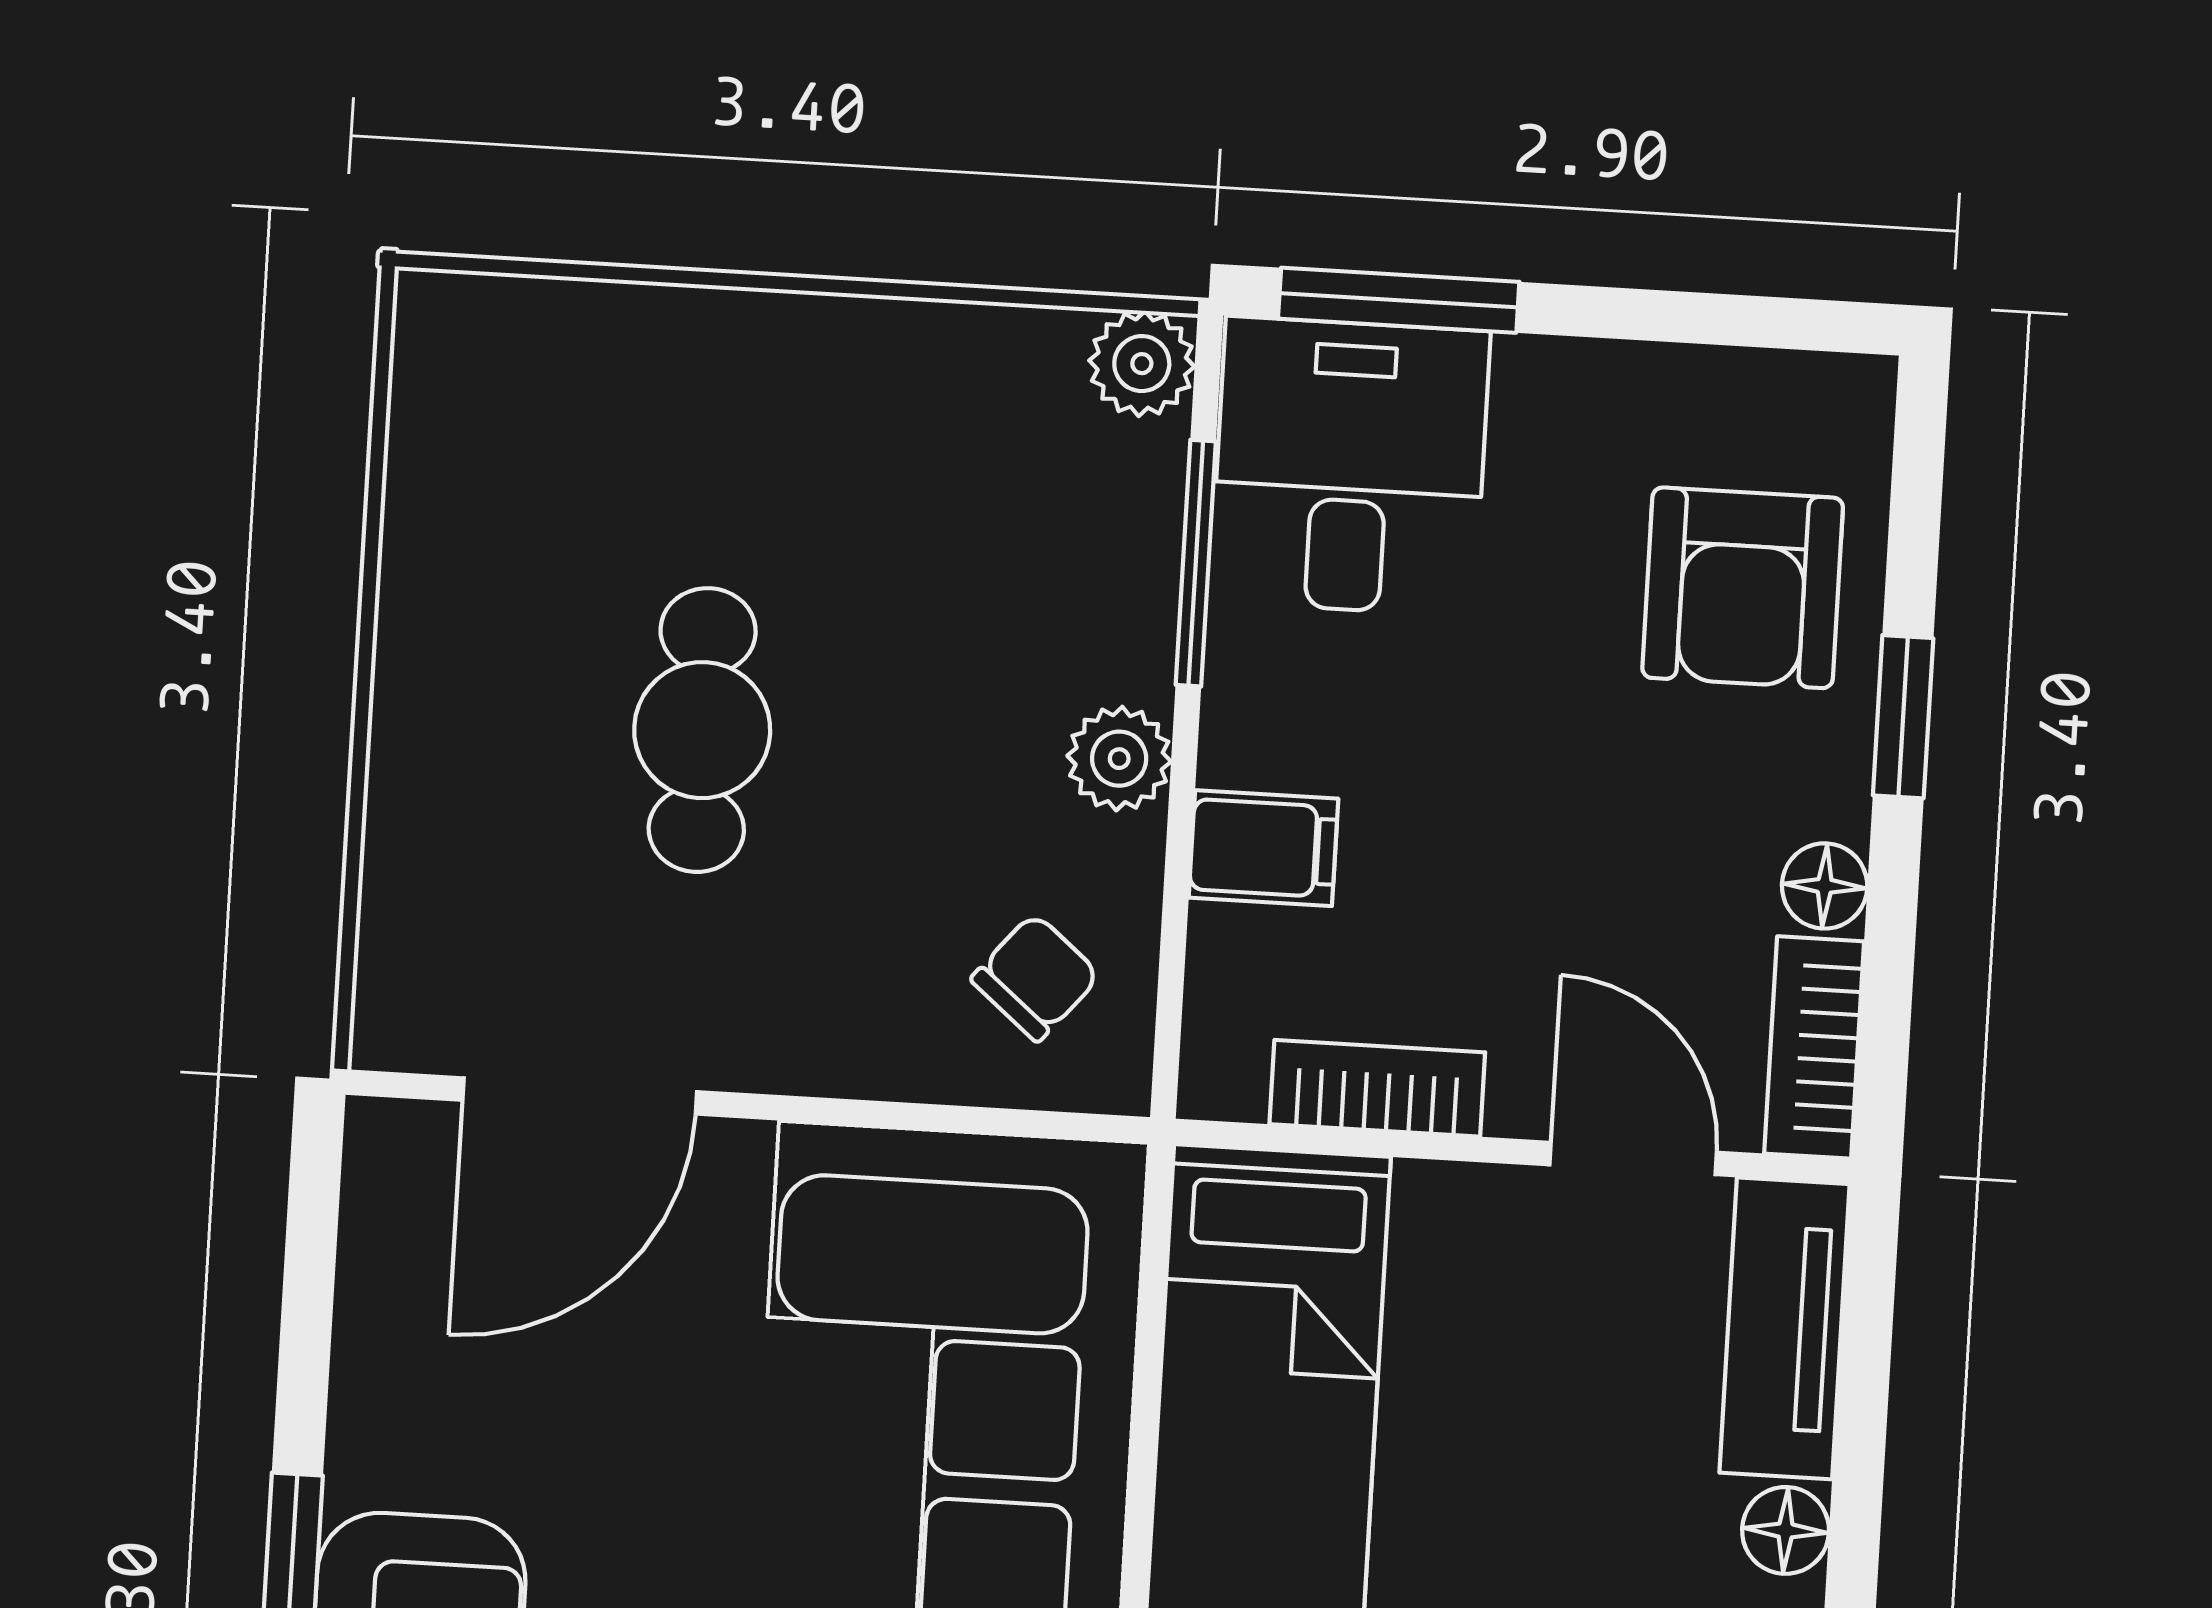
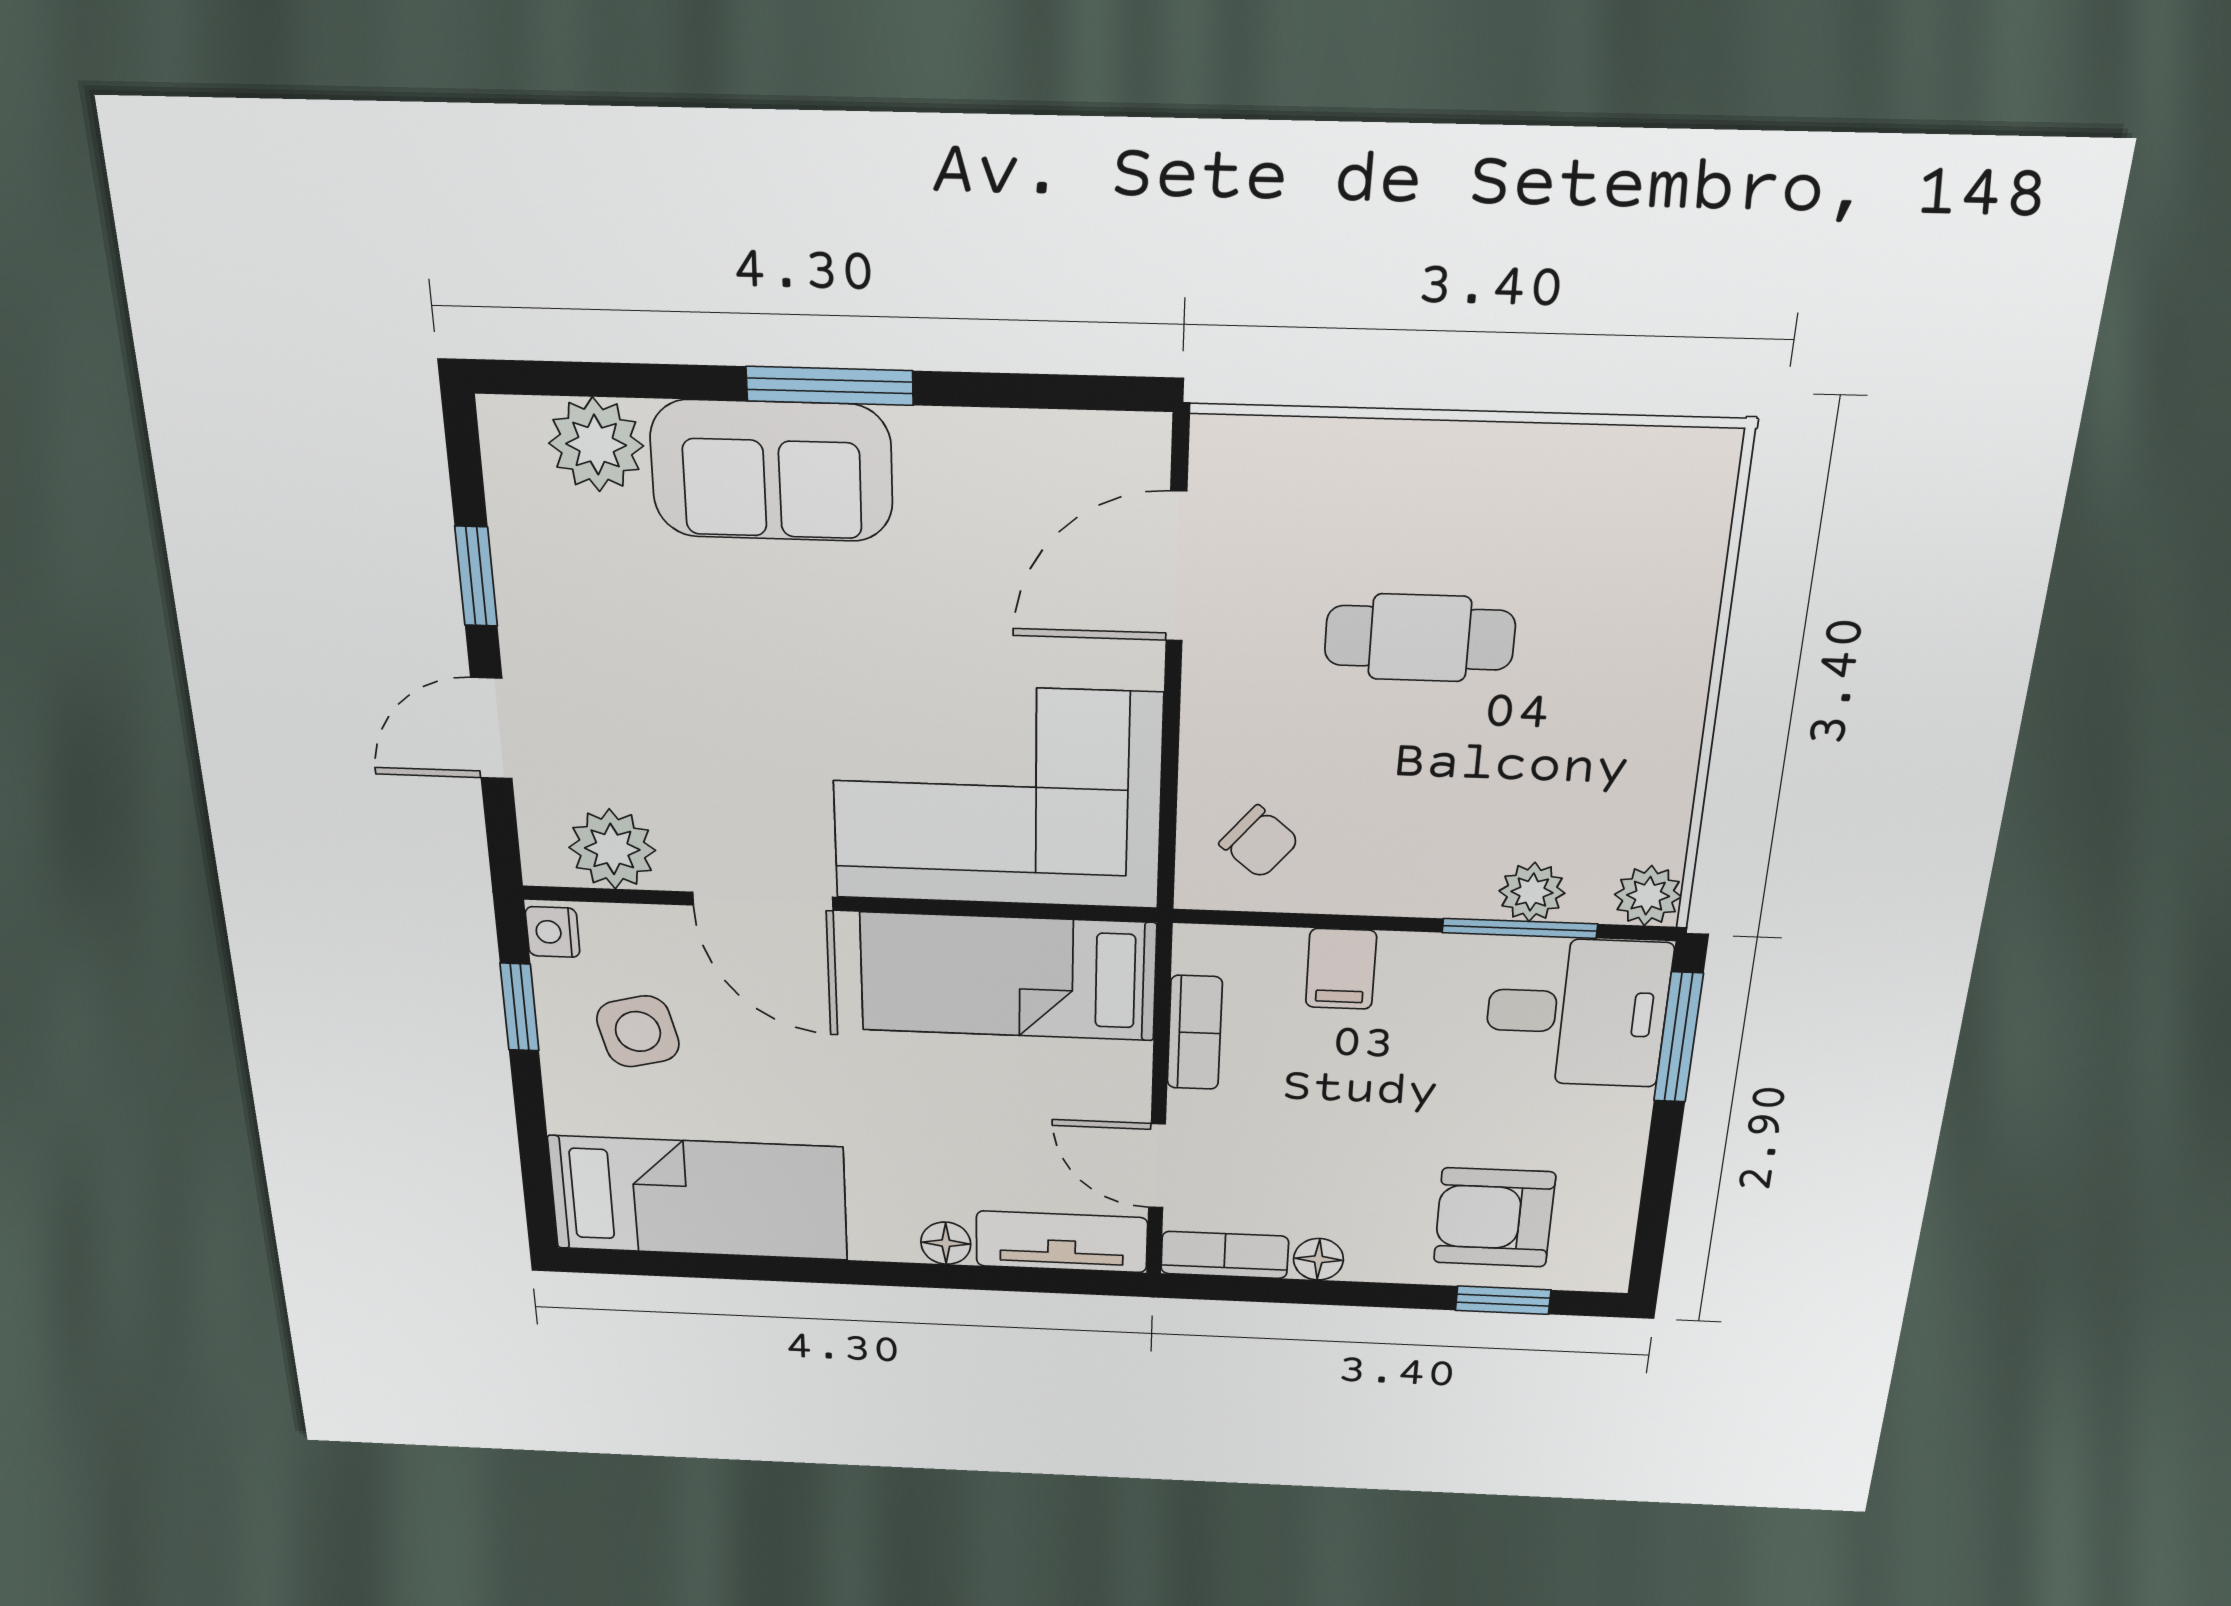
window: (1903, 717) -> (1503, 1300), moved
plant: (1119, 759) -> (1532, 892), moved
door: (580, 1096) -> (1176, 567), hinge flipped
door: (1633, 1159) -> (1157, 1166), swing flipped

